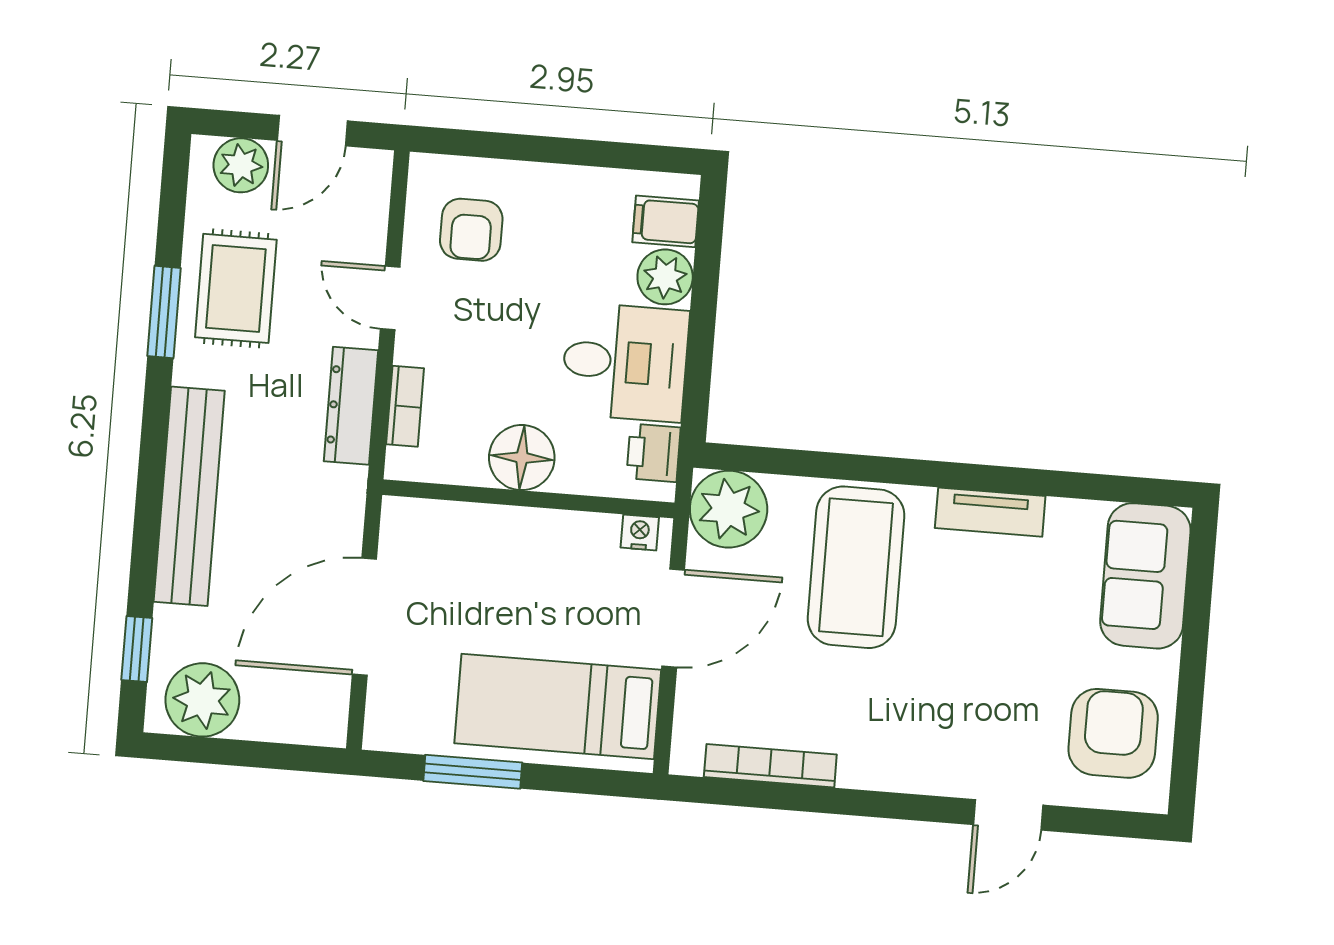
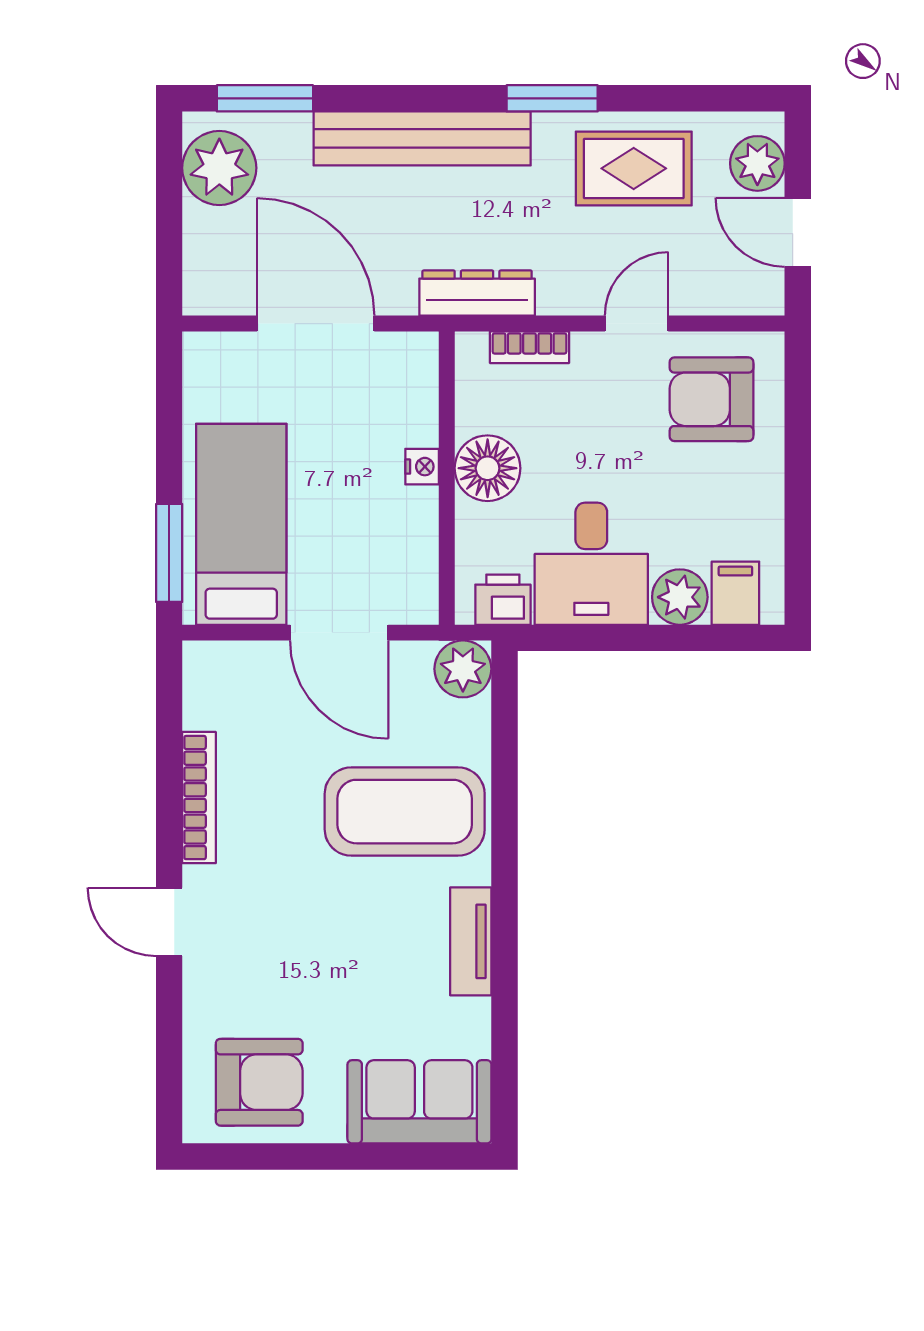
armchair: (471, 230) -> (711, 399), width x1.38, depth x1.38
window: (164, 312) -> (552, 98), moved
dresser: (351, 406) -> (477, 293), moved
plant: (729, 509) -> (463, 669), width x0.73, depth x0.73
nightstand: (640, 532) -> (422, 467), moved
window: (137, 649) -> (265, 98), width x1.50
bookcase: (770, 766) -> (199, 798), moved
window: (473, 772) -> (169, 553), moved
door: (1008, 815) -> (169, 922), moved

